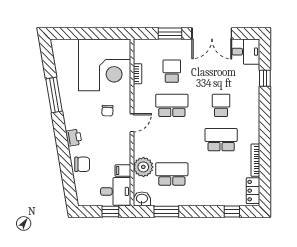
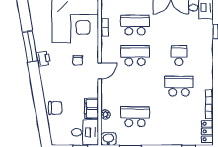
school desk: (172, 71) -> (135, 25), width x1.85
printer: (74, 138) -> (43, 59), moved
plant: (143, 167) -> (105, 114), width x0.53, depth x0.53
filing cabinet: (123, 171) -> (91, 108), width x2.00

